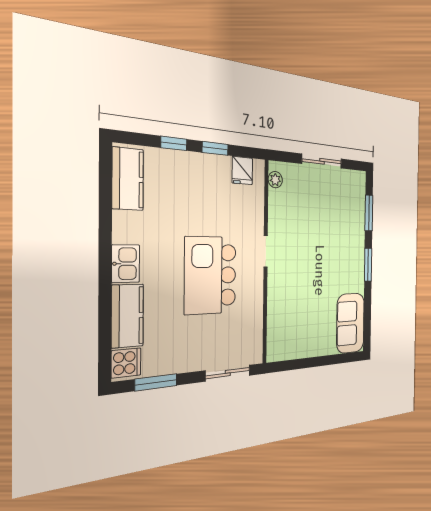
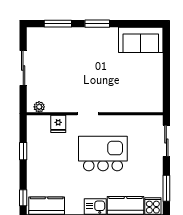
window: (174, 143) -> (23, 198), moved
fridge: (242, 171) -> (58, 124), moved, turned 90
kitchen island: (210, 275) -> (103, 154), turned 180

